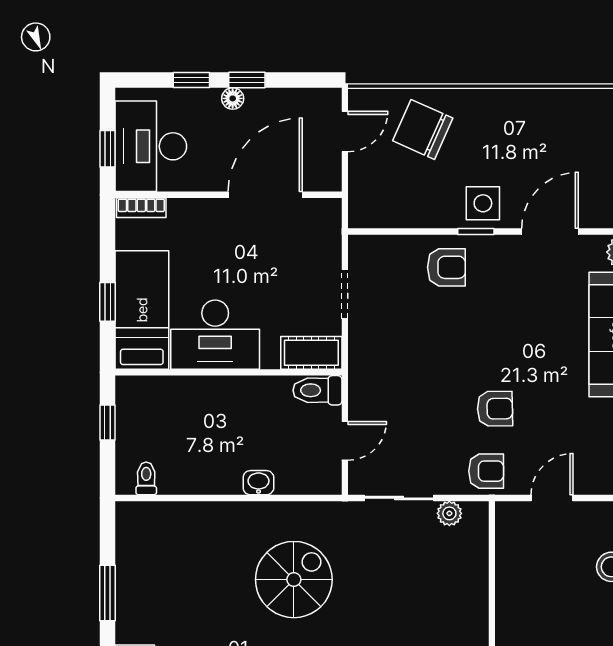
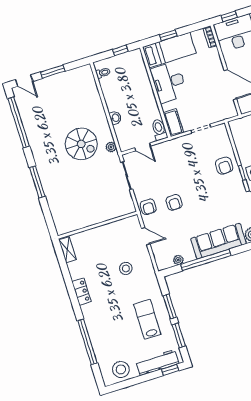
plant: (449, 513) -> (111, 147), moved

